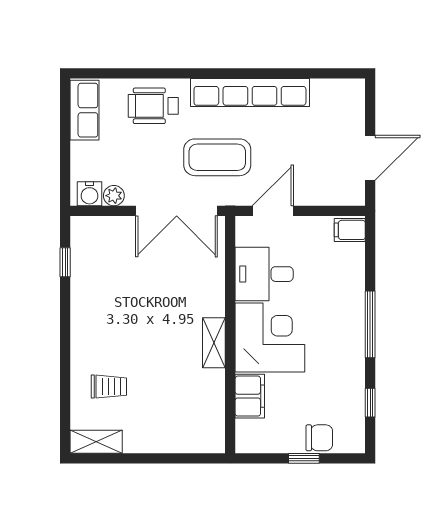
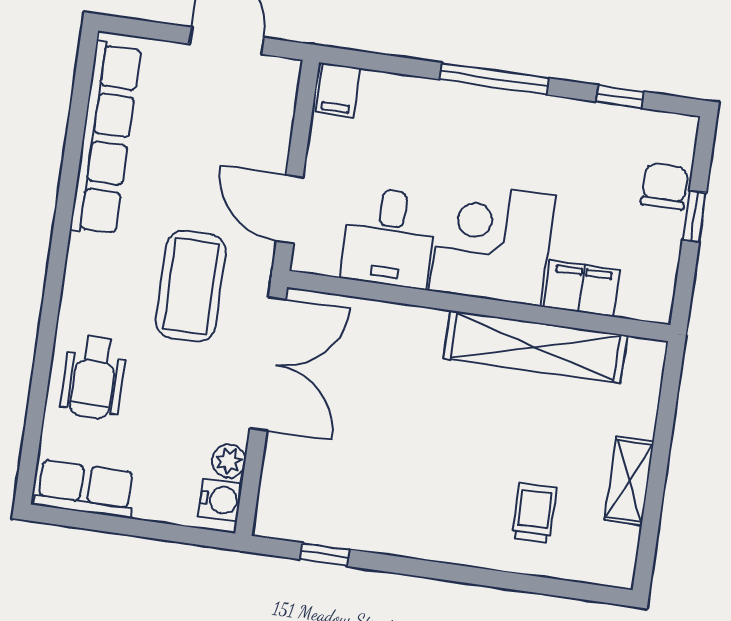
row of seats: (250, 92) -> (106, 138), moved
shelving: (214, 343) -> (535, 347), width x2.20, depth x1.33
shelving: (96, 442) -> (629, 481), moved

